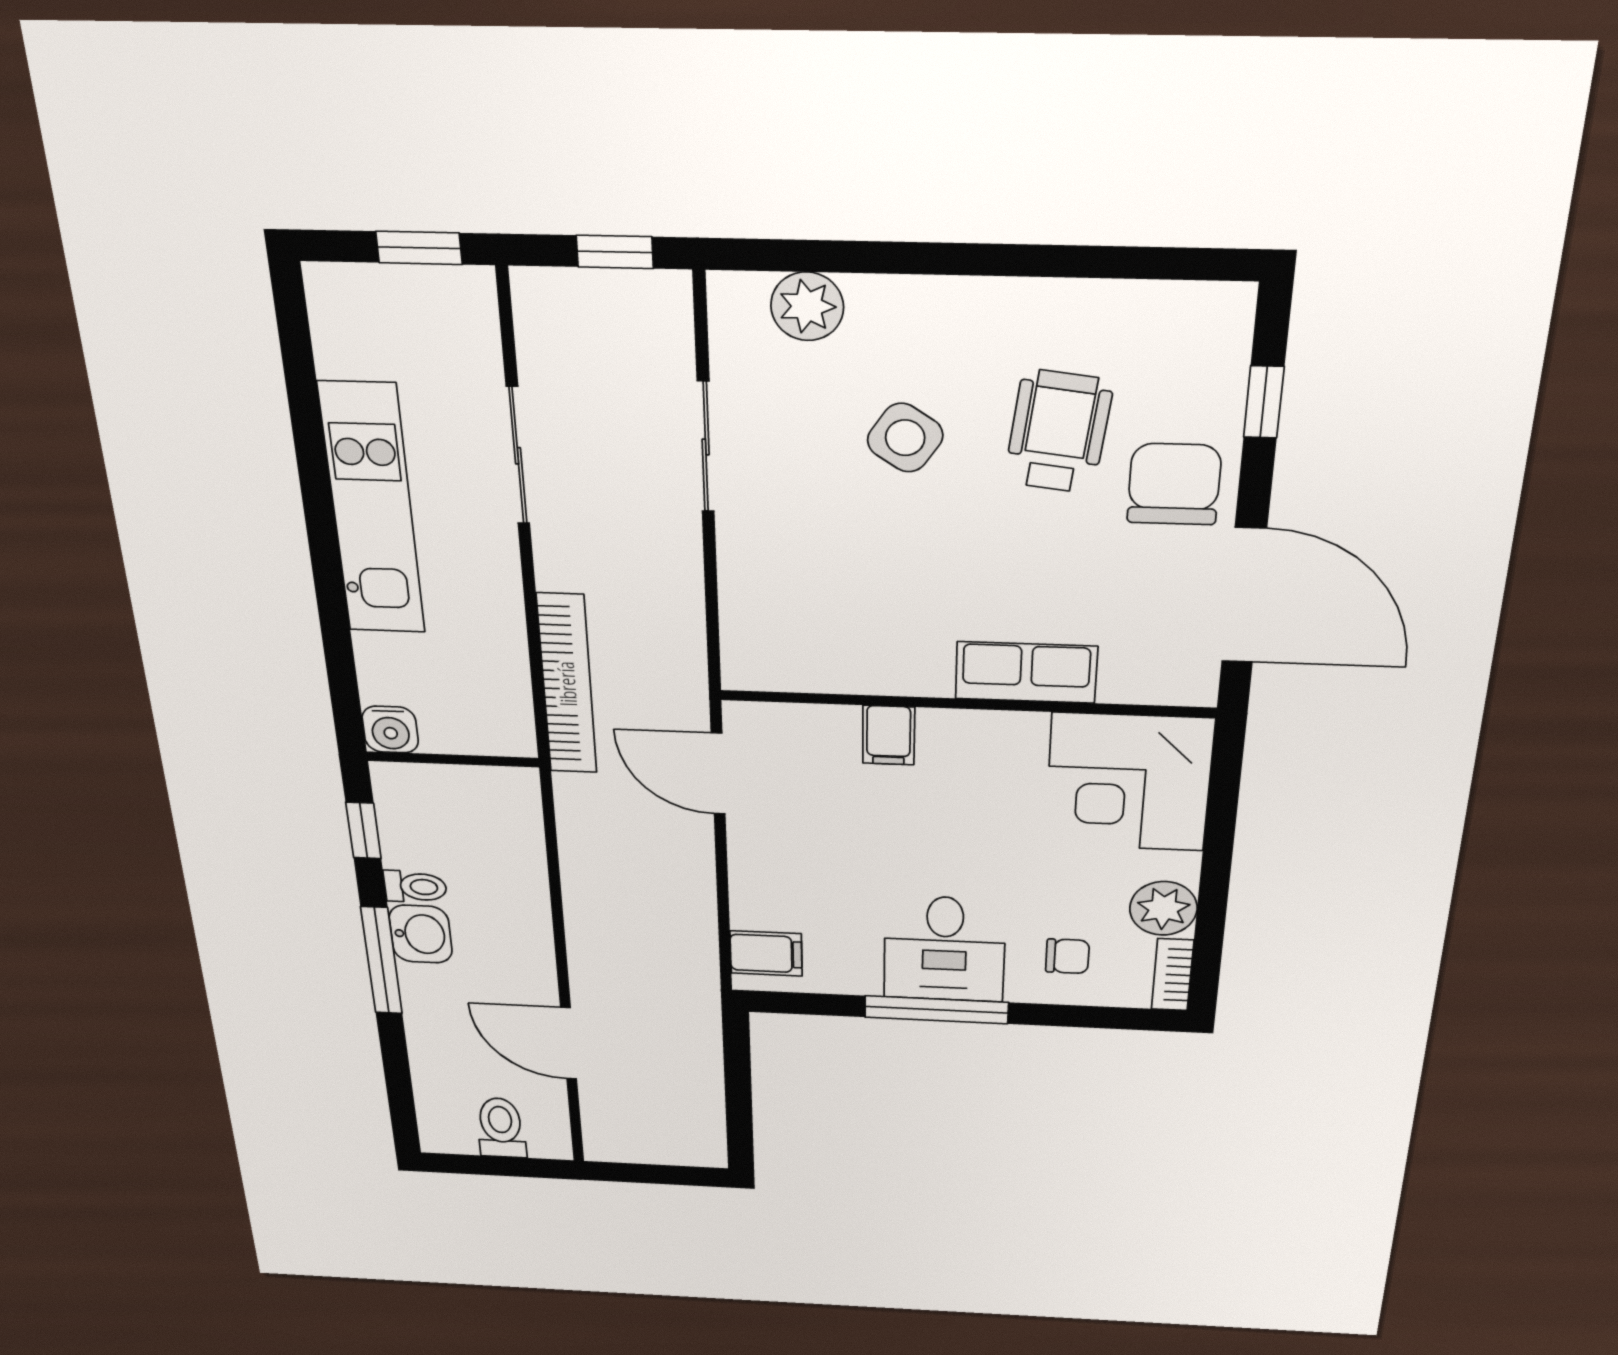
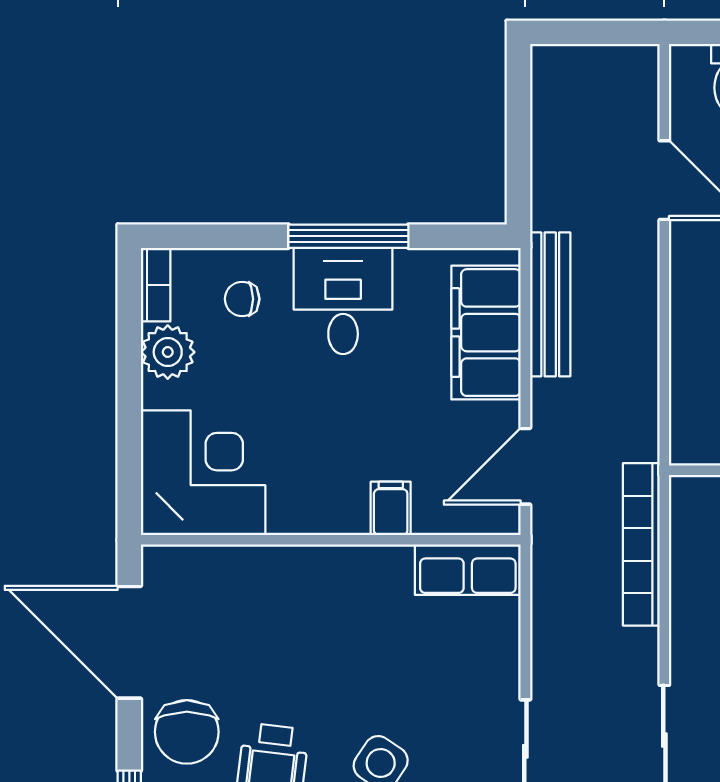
row of seats: (1026, 672) -> (468, 570), moved
door: (718, 774) -> (525, 466), swing flipped
bench: (695, 935) -> (550, 304), added
filing cabinet: (766, 954) -> (486, 333), width x3.00, depth x1.17

